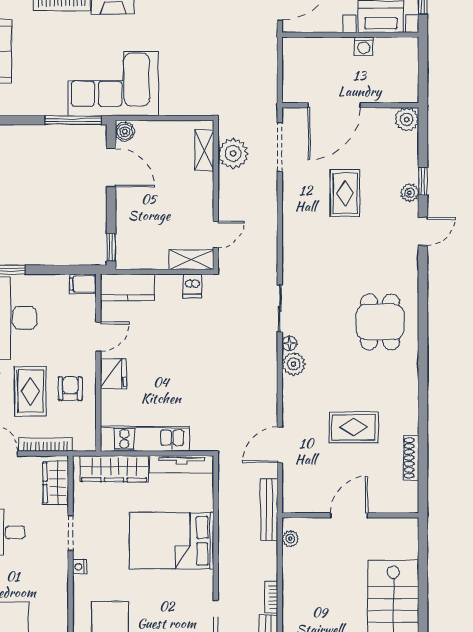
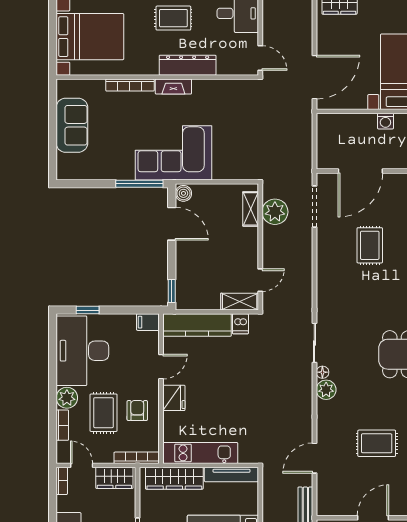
kitchen counter: (127, 287) -> (197, 325), width x1.50
bookcase: (45, 444) -> (137, 458), moved
wardrobe: (56, 483) -> (114, 478), moved, turned -90

